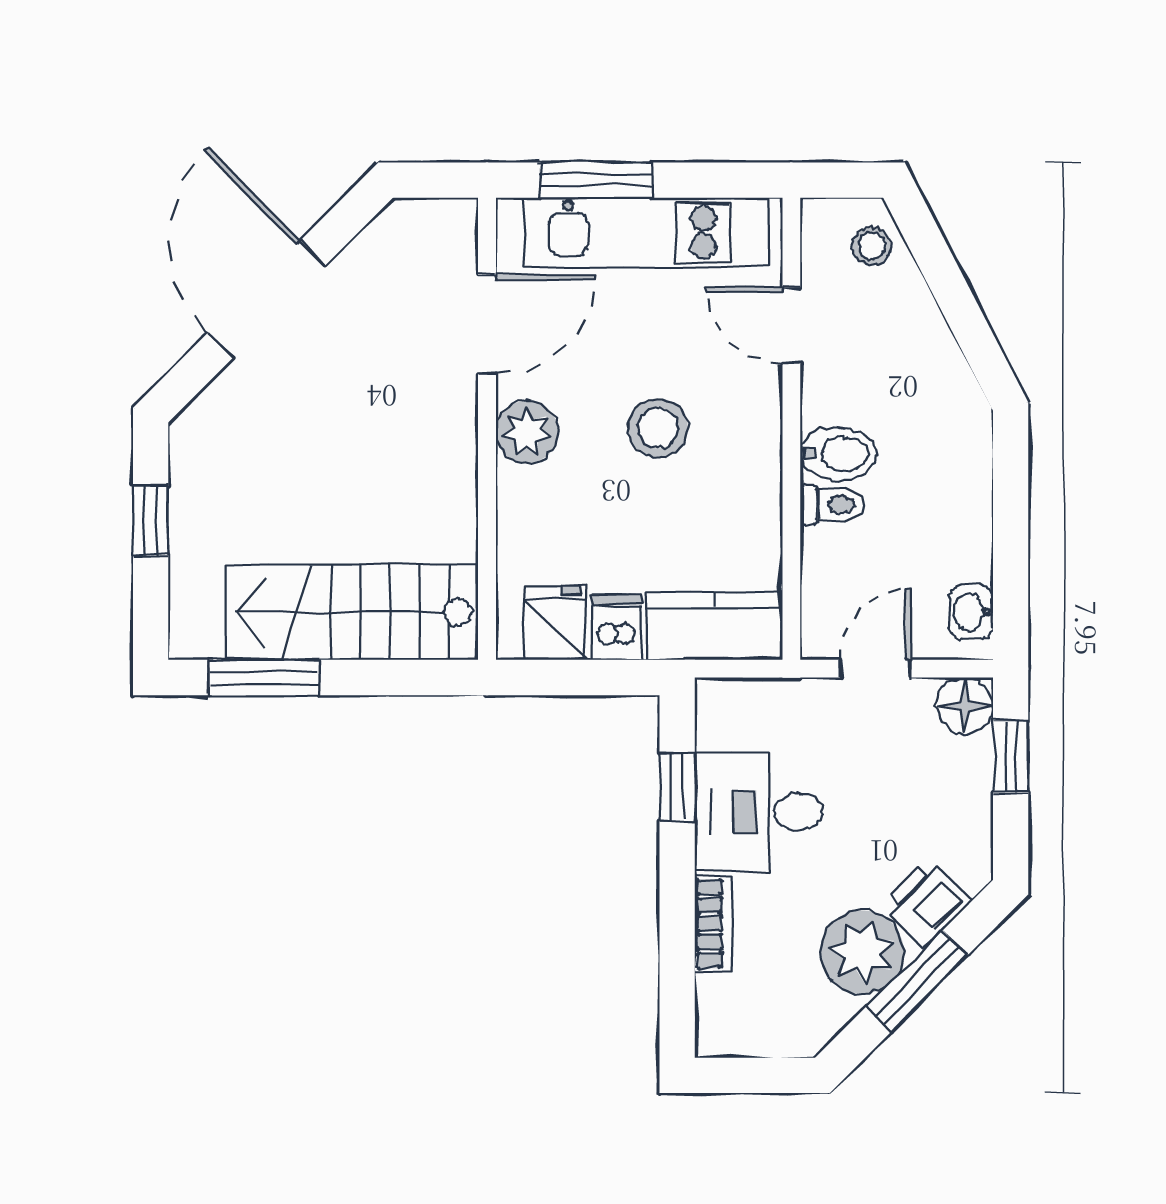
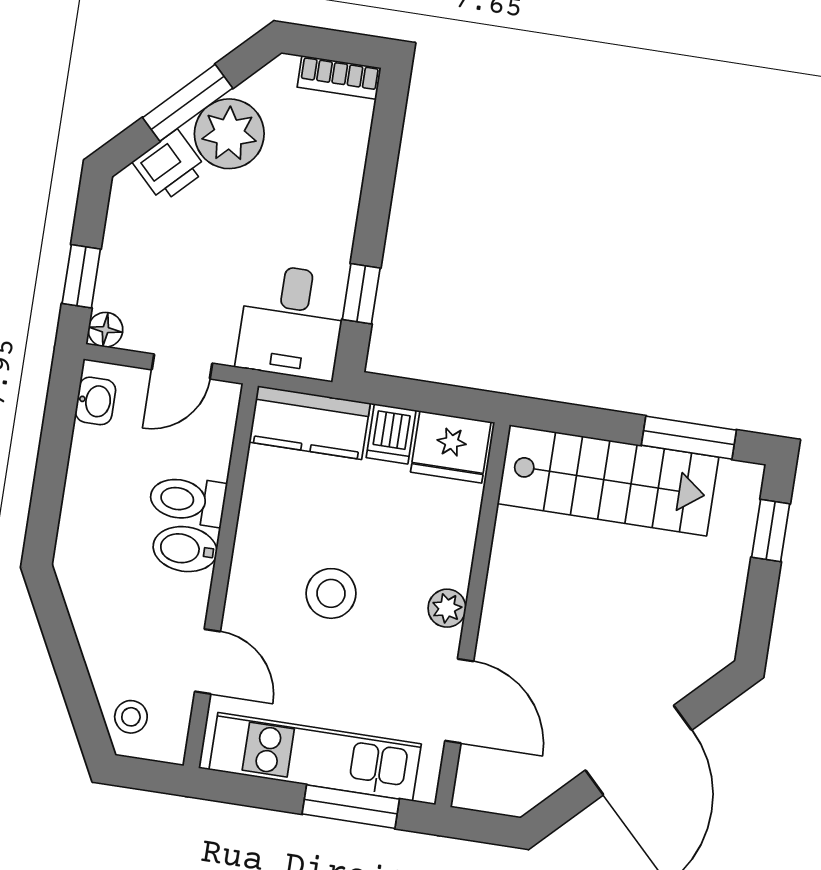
door: (487, 324) -> (459, 701), swing flipped
plant: (527, 432) -> (447, 608), width x0.73, depth x0.73
toilet: (832, 505) -> (188, 500), width x1.37, depth x1.39
window: (151, 520) -> (771, 531), moved
fridge: (555, 623) -> (451, 447), width x1.38
floor lamp: (965, 706) -> (105, 330), width x0.73, depth x0.73
desk: (759, 812) -> (292, 322), moved, turned 90
bookcase: (714, 924) -> (339, 77), moved, turned -90

